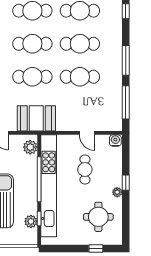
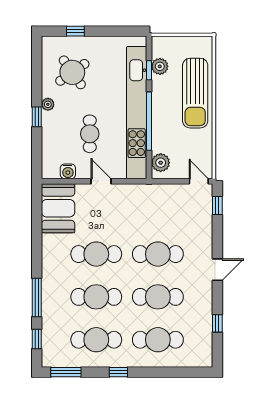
window: (126, 60) -> (37, 297), moved
window: (126, 102) -> (37, 221), removed
booth: (36, 118) -> (58, 208), moved, turned 90
door: (87, 133) -> (101, 181), moved
water cooler: (115, 141) -> (68, 171), moved
round table: (98, 217) -> (72, 72), turned -35

